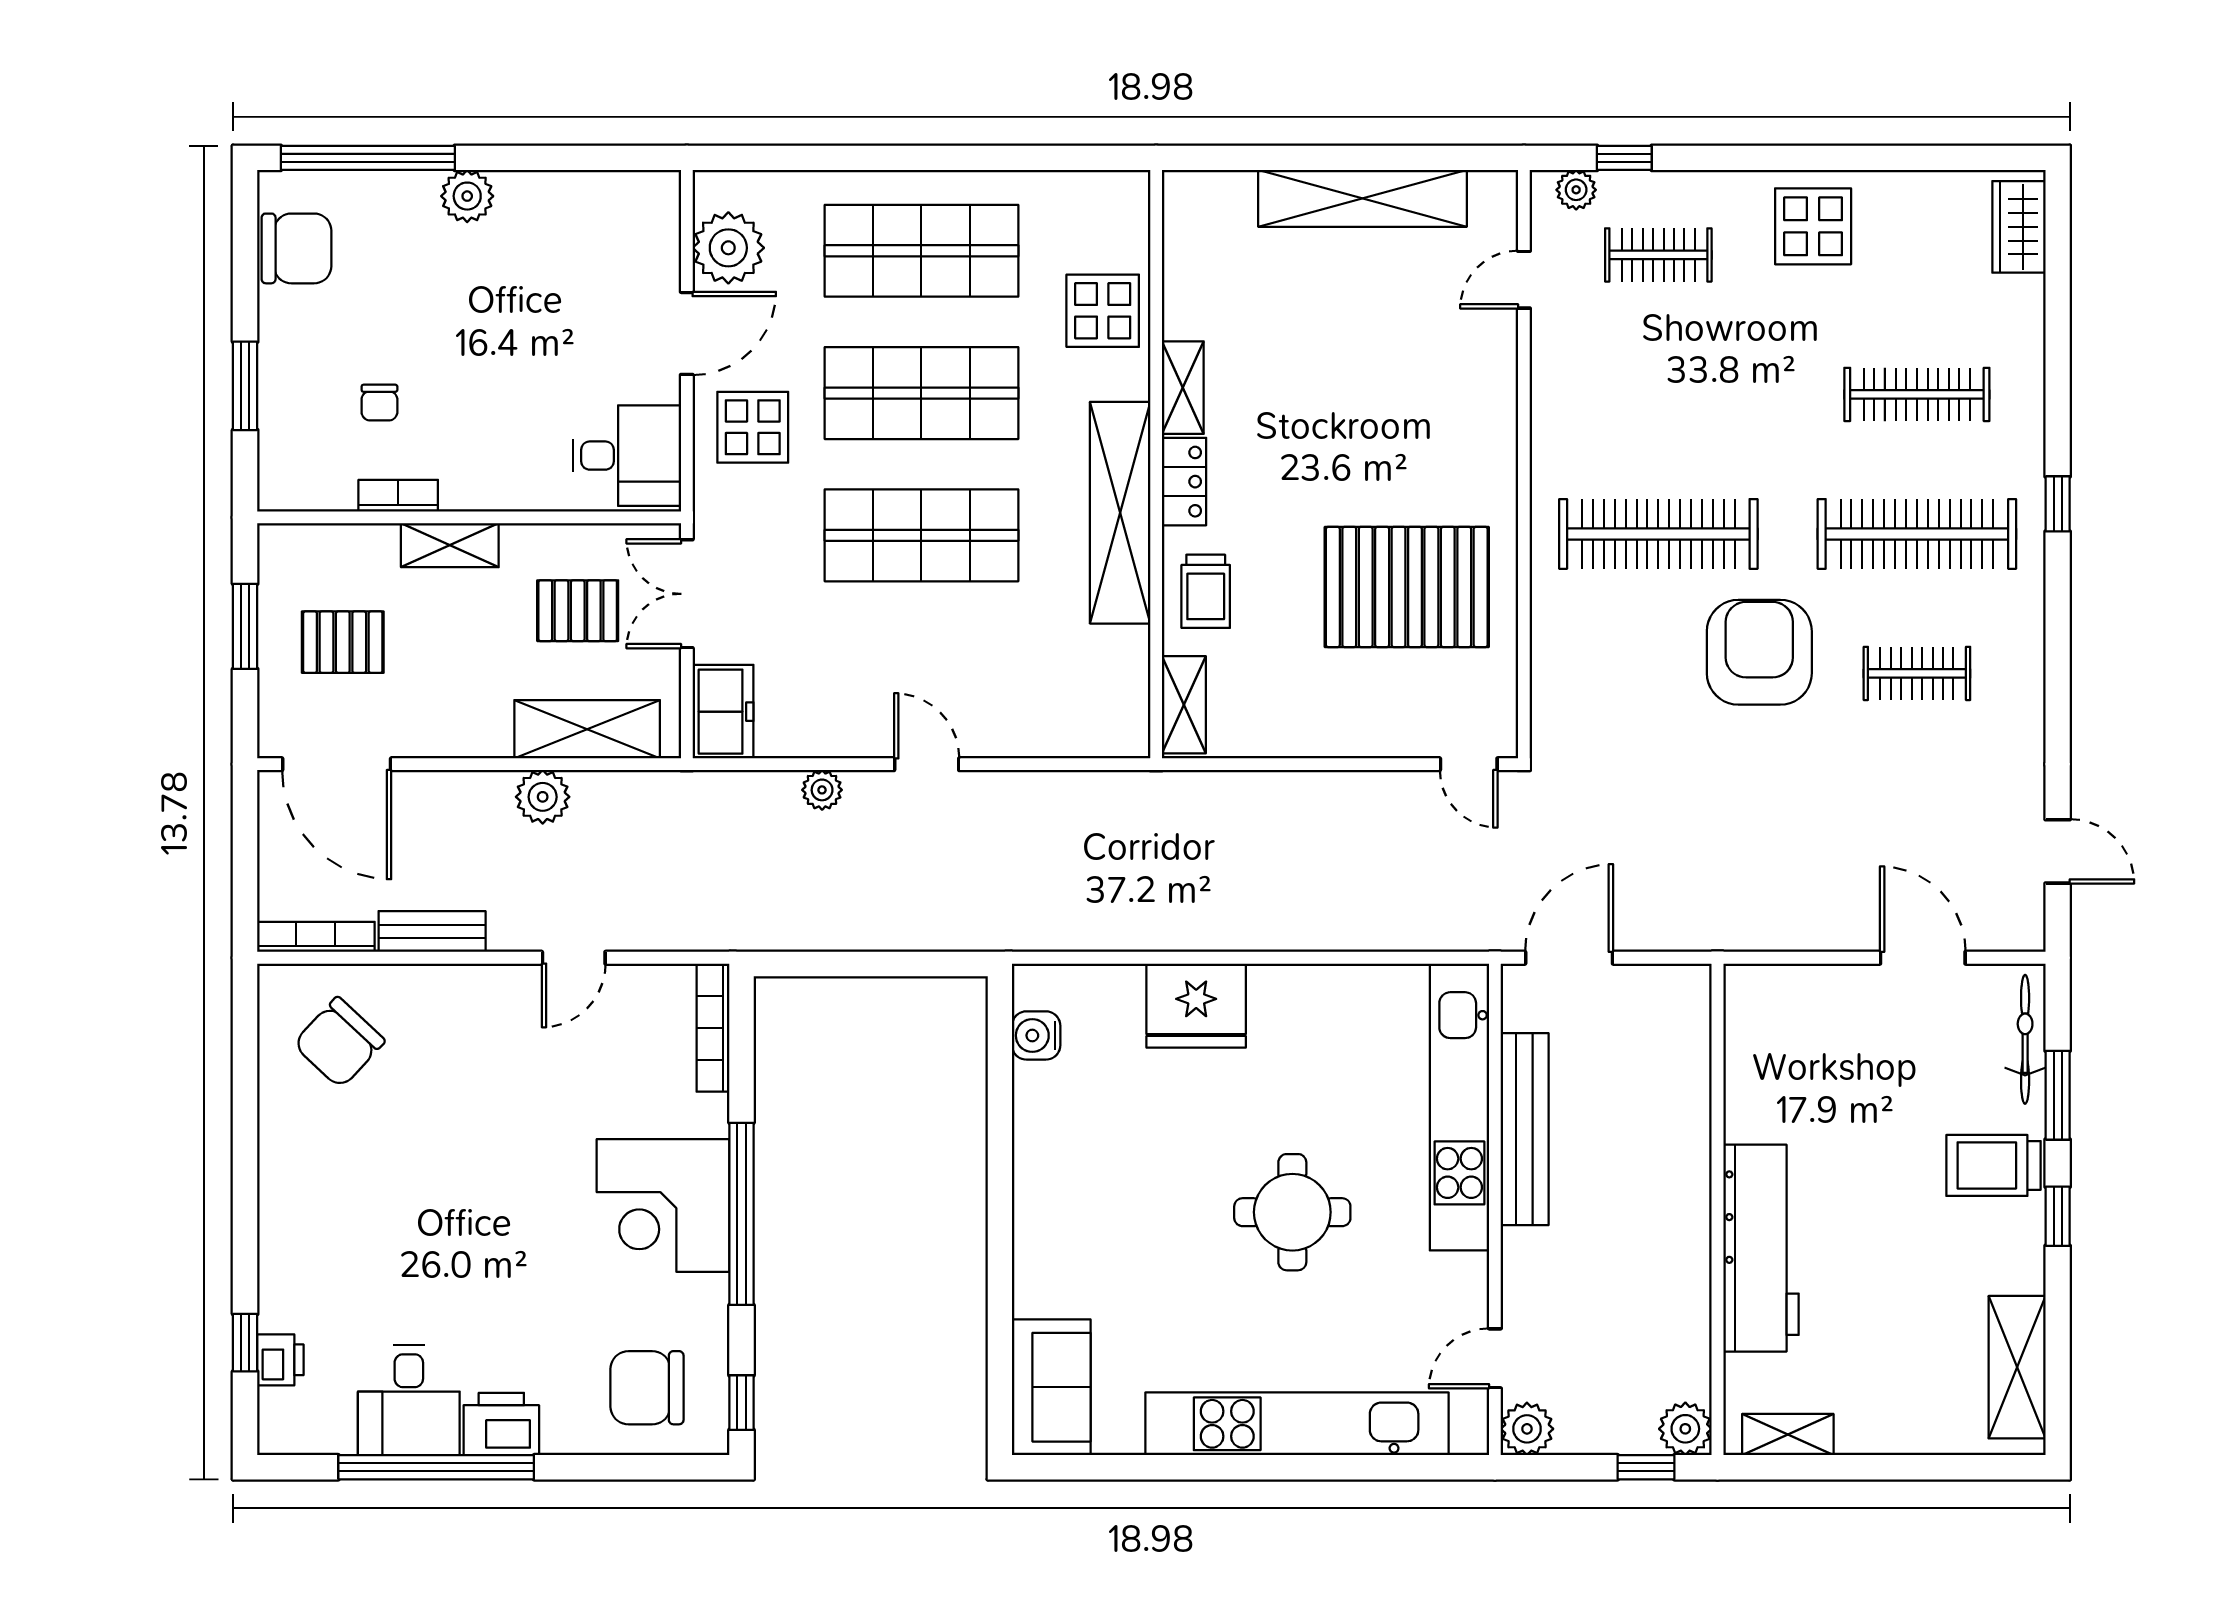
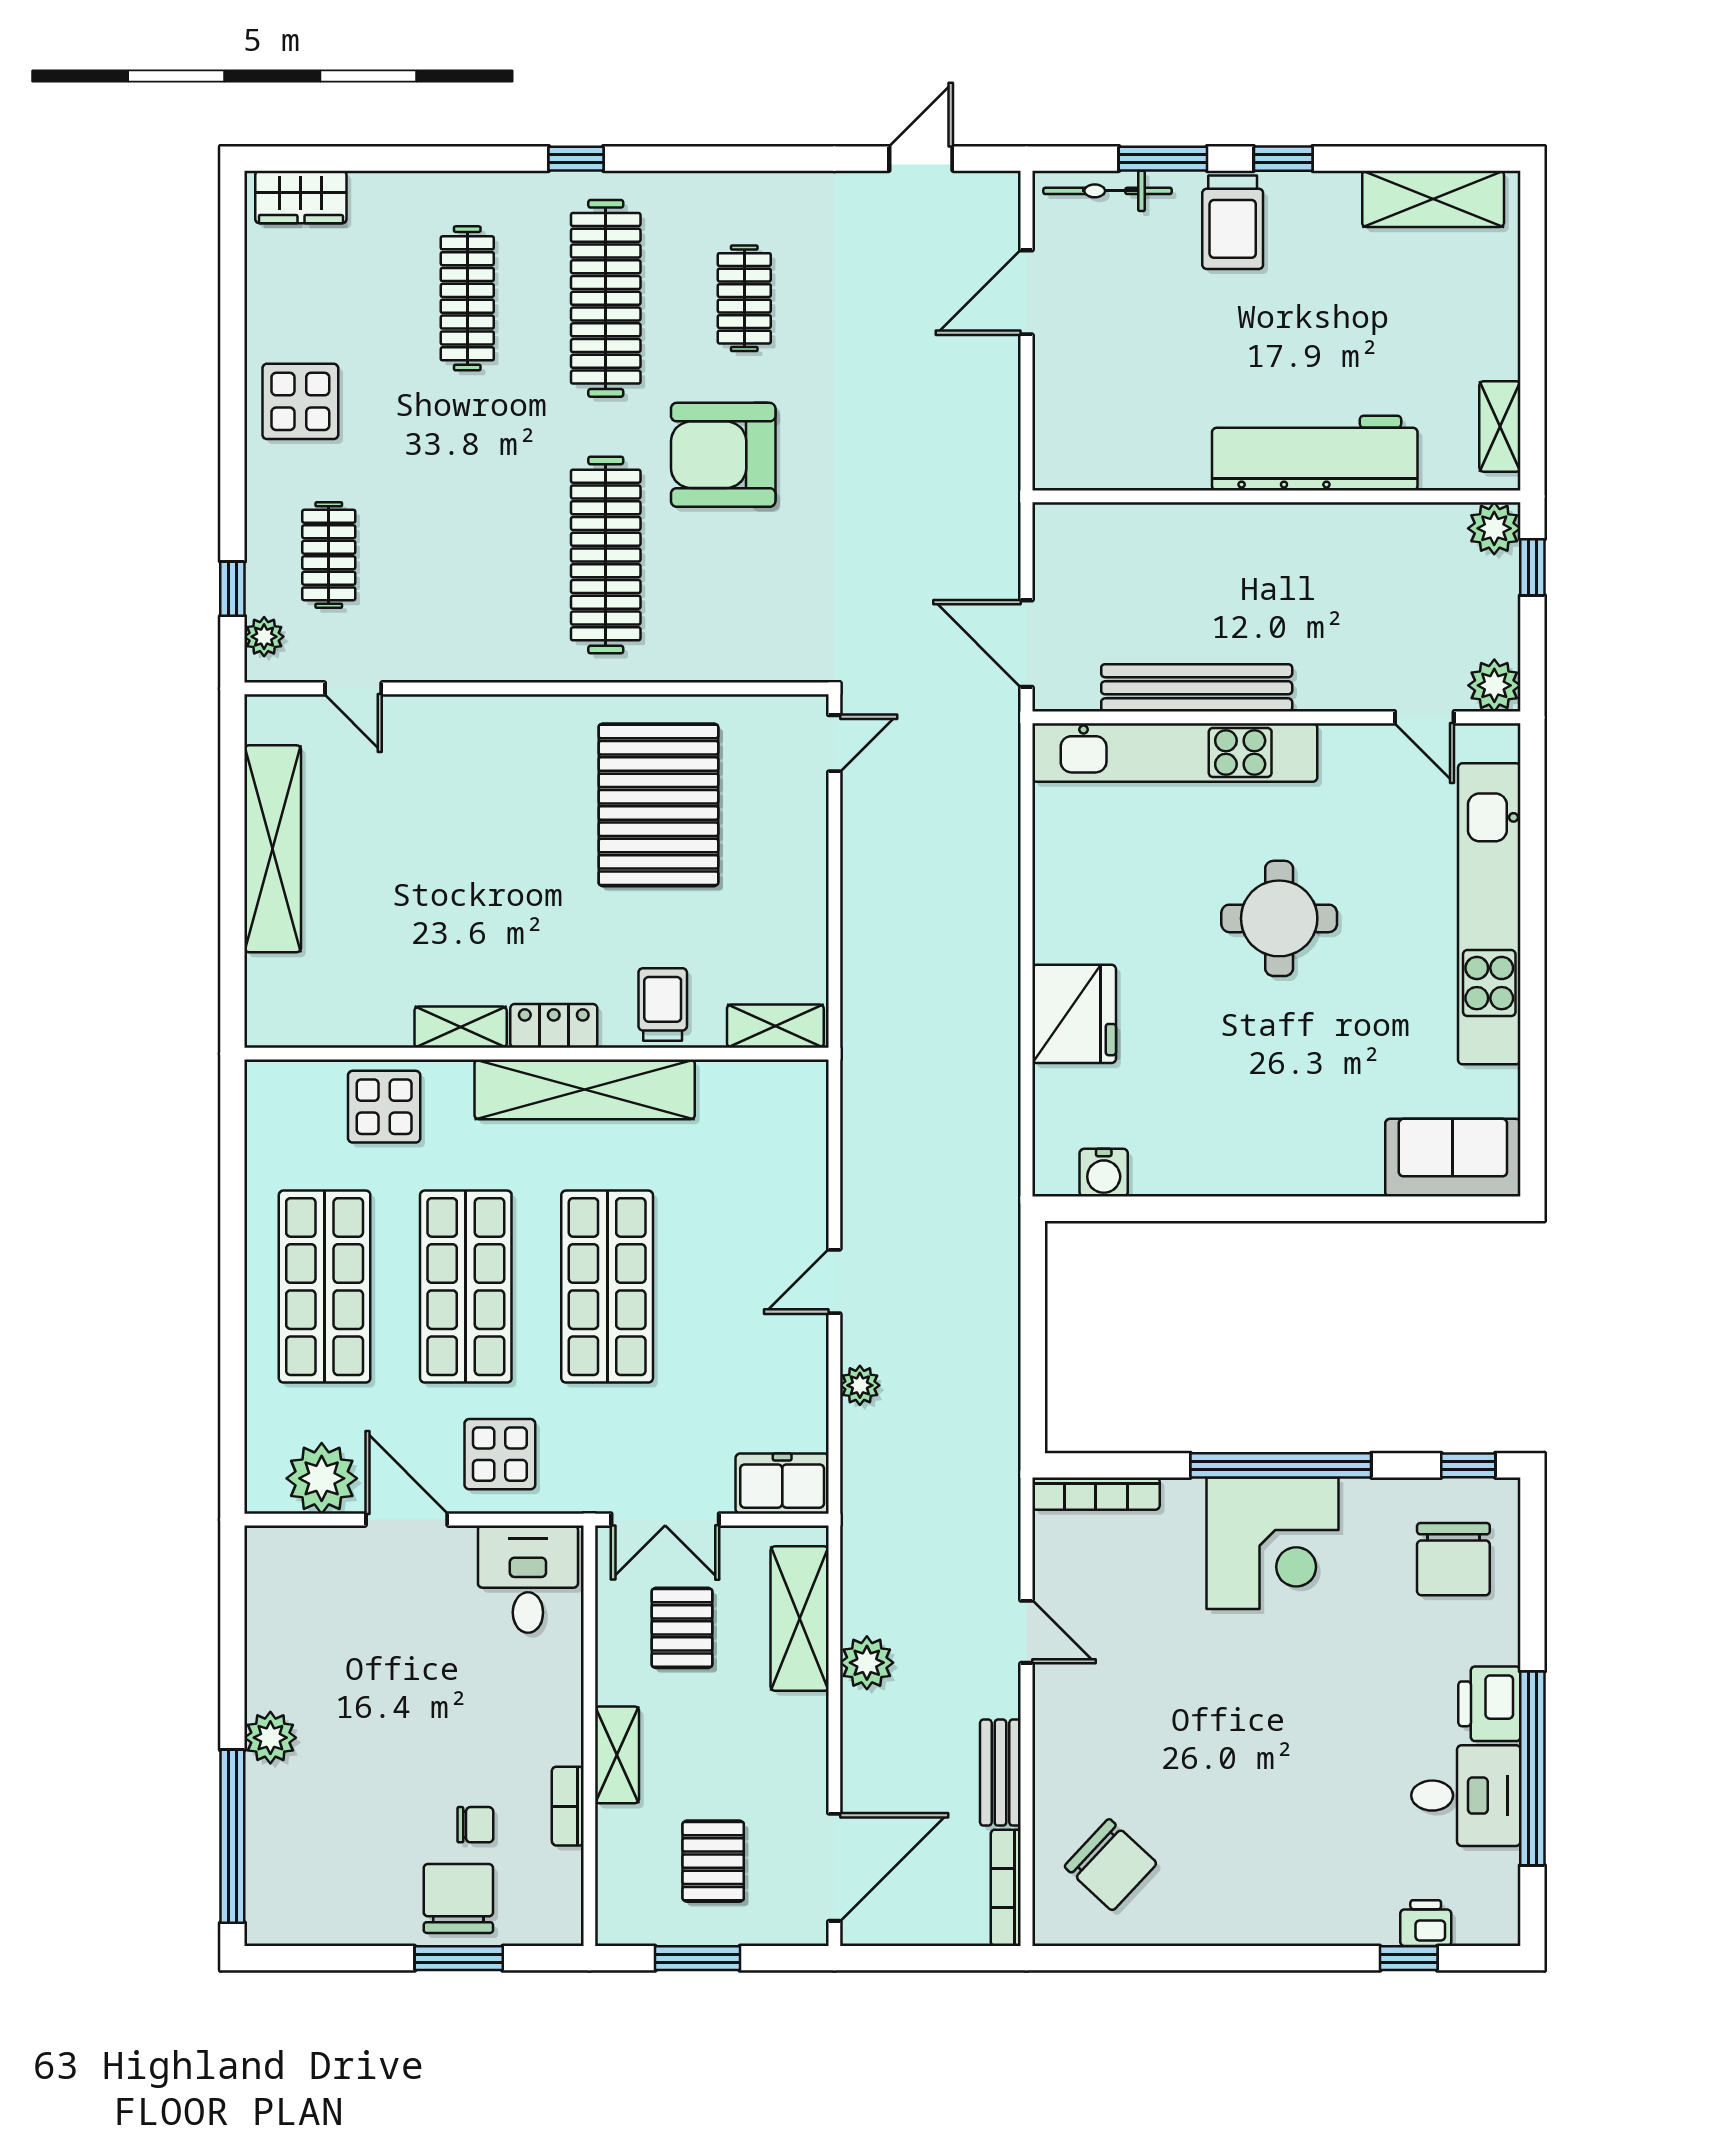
chair: (296, 248) -> (458, 1898), moved
trolley: (1206, 591) -> (663, 1004), turned -90

